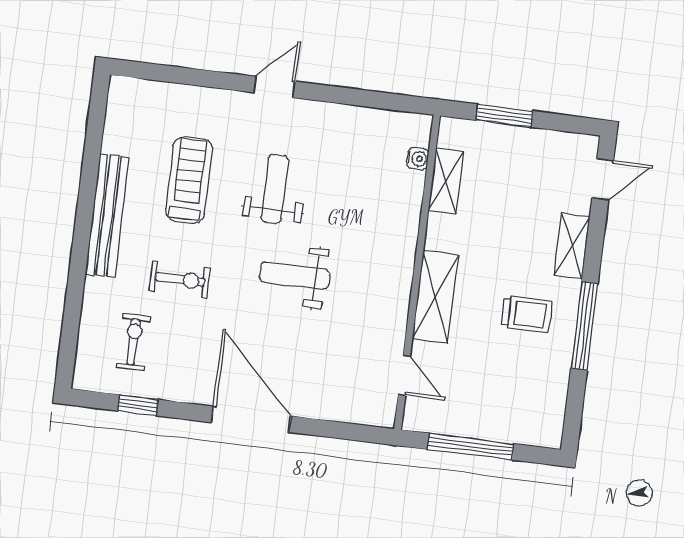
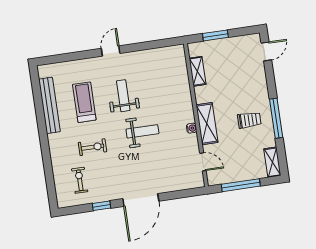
water cooler: (418, 159) -> (192, 128), moved
bench: (107, 216) -> (49, 105), moved
shelving: (572, 246) -> (272, 162), moved
weight bench: (295, 276) -> (142, 131), turned 180
window: (138, 405) -> (101, 206), moved
door: (251, 419) -> (141, 200), swing flipped

